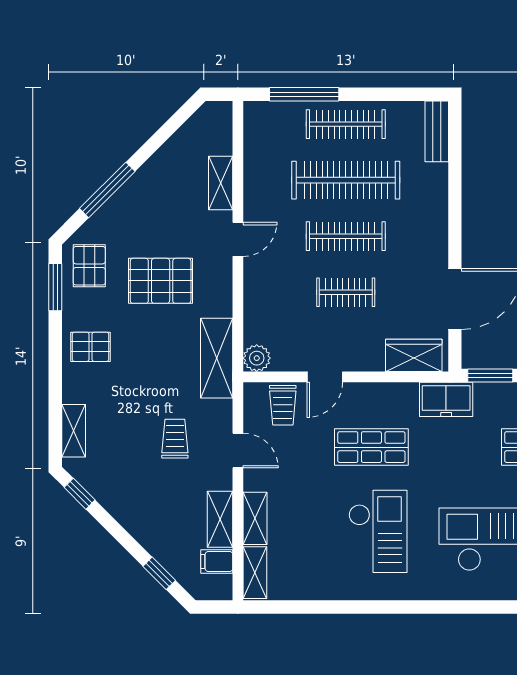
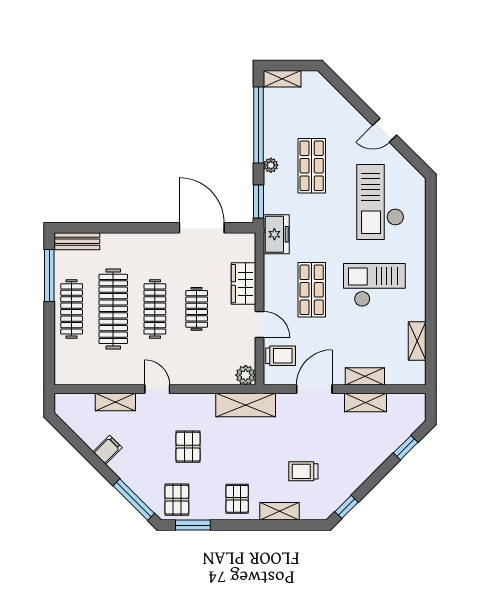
window: (304, 94) -> (49, 276), moved
window: (107, 190) -> (134, 500), moved
pallet: (89, 266) -> (177, 500), turned 90
pallet: (161, 281) -> (188, 447), width x0.67, depth x0.71
wardrobe: (414, 355) -> (244, 284), moved
shelving: (74, 431) -> (280, 511), moved
trolley: (175, 439) -> (303, 471), moved
door: (238, 450) -> (314, 389), width x1.38
filing cabinet: (217, 561) -> (108, 450), moved, turned -135
shelving: (255, 573) -> (417, 341), moved, turned 90

